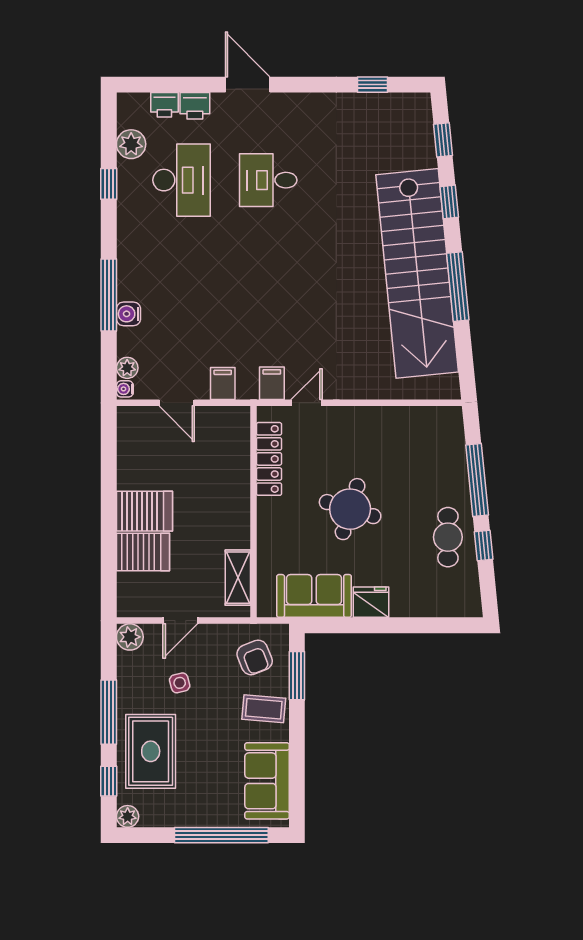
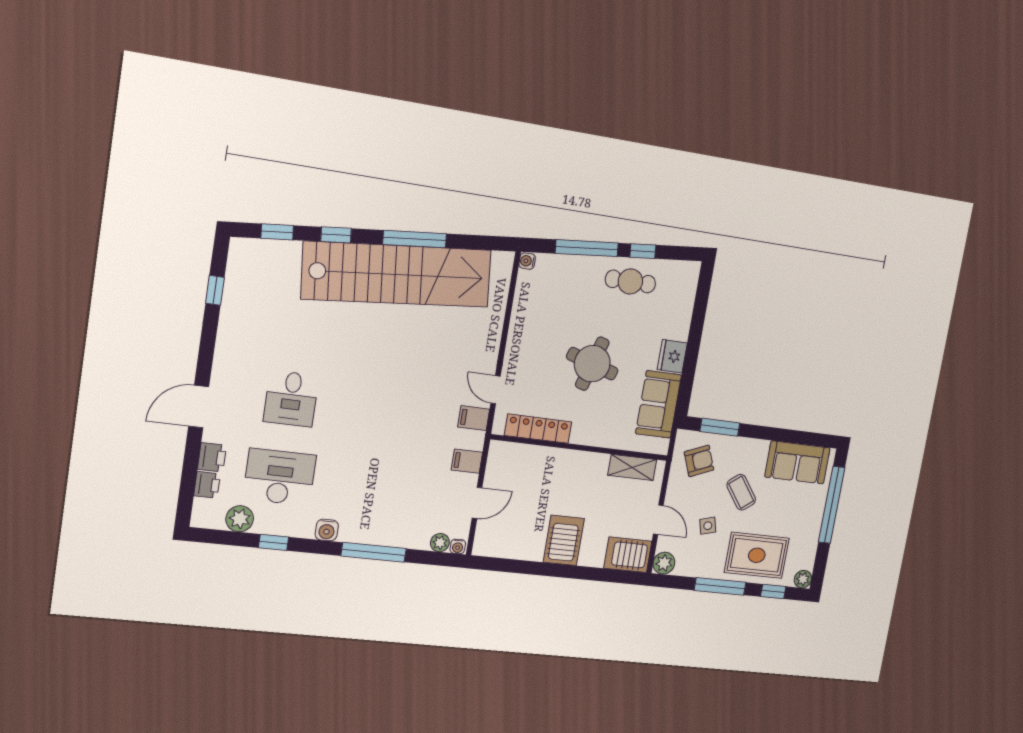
water cooler: (128, 314) -> (327, 530), moved
water cooler: (453, 415) -> (527, 261), added
server rack: (143, 552) -> (628, 555), moved, turned -90
coffee table: (264, 709) -> (741, 492), moved, turned -42

